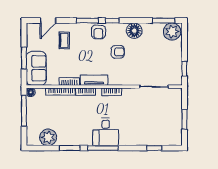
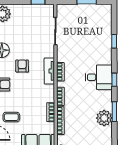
tv unit: (94, 80) -> (49, 71), moved
plant: (48, 137) -> (104, 118), moved
window: (103, 148) -> (114, 80), width x0.46
window: (154, 148) -> (114, 41), moved

